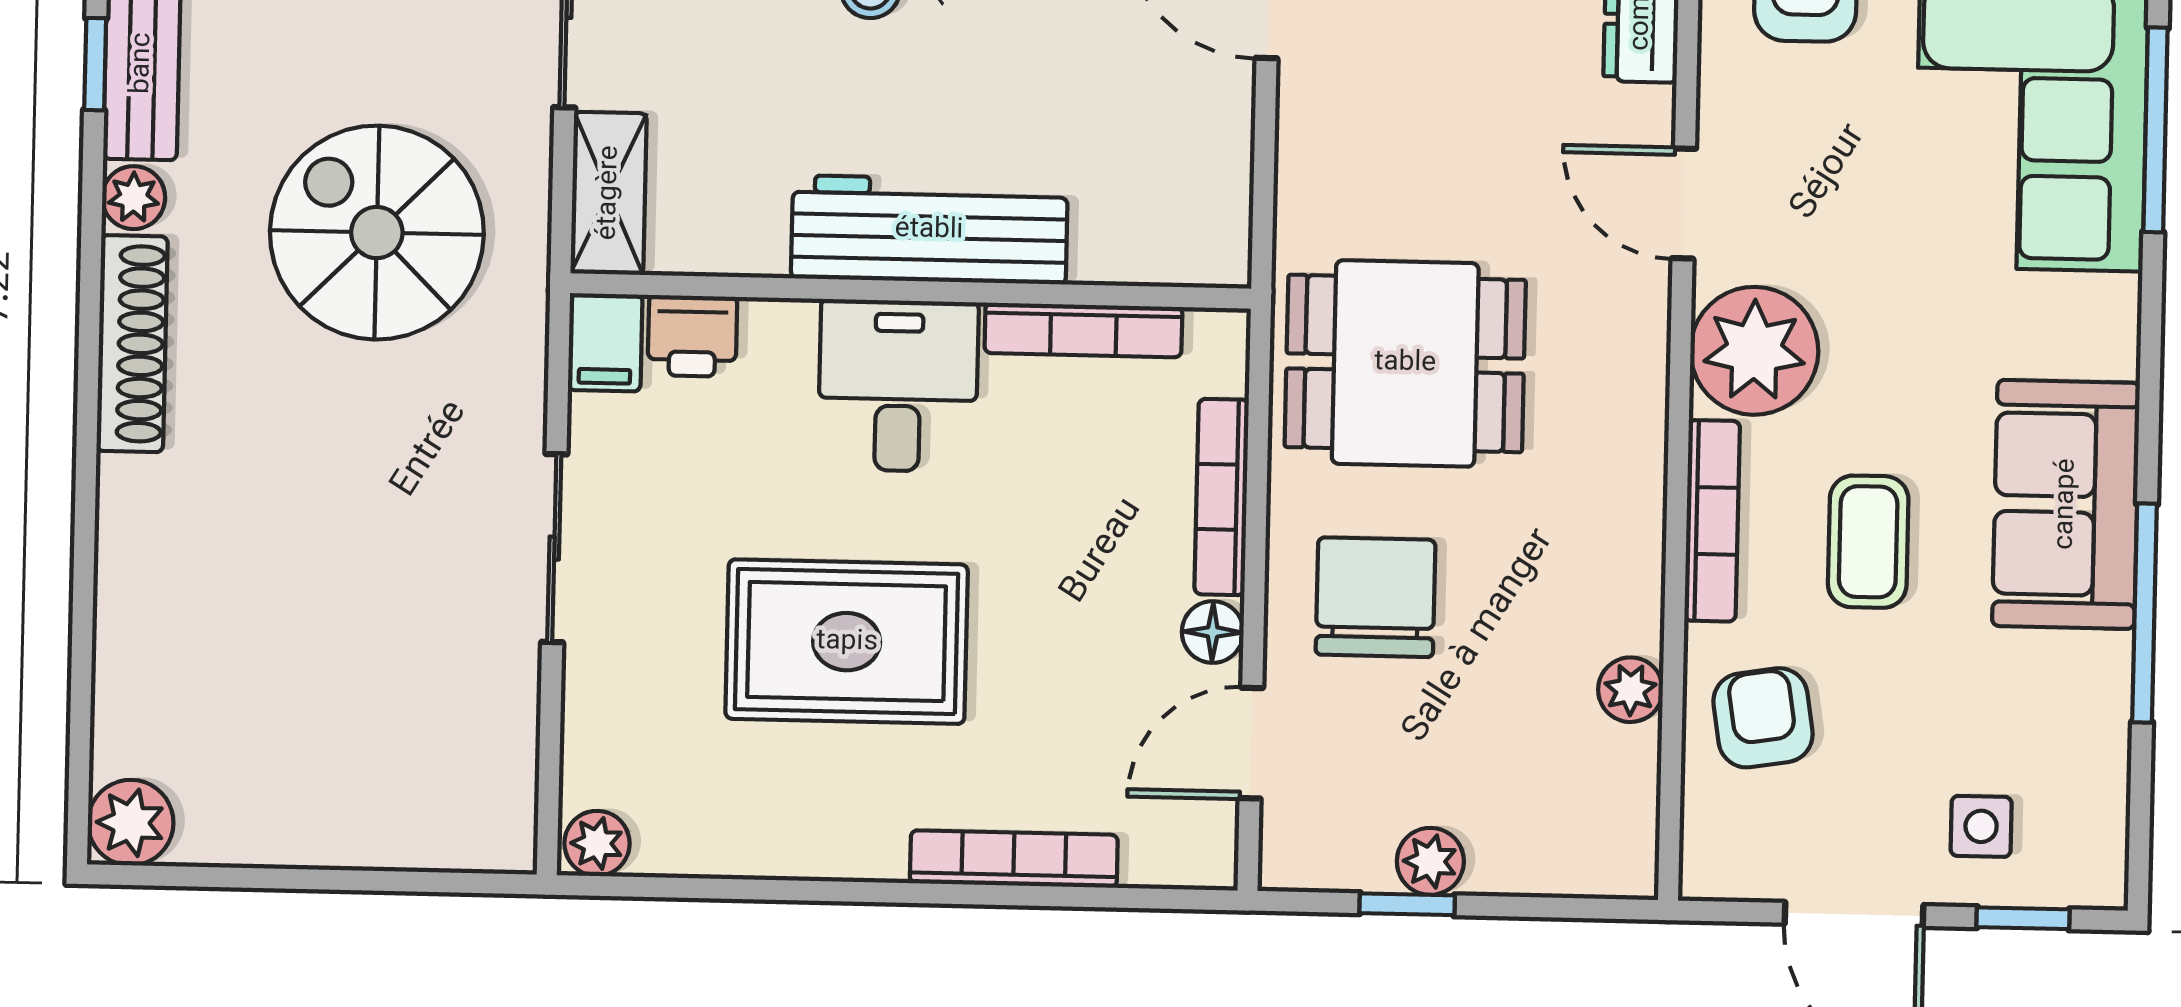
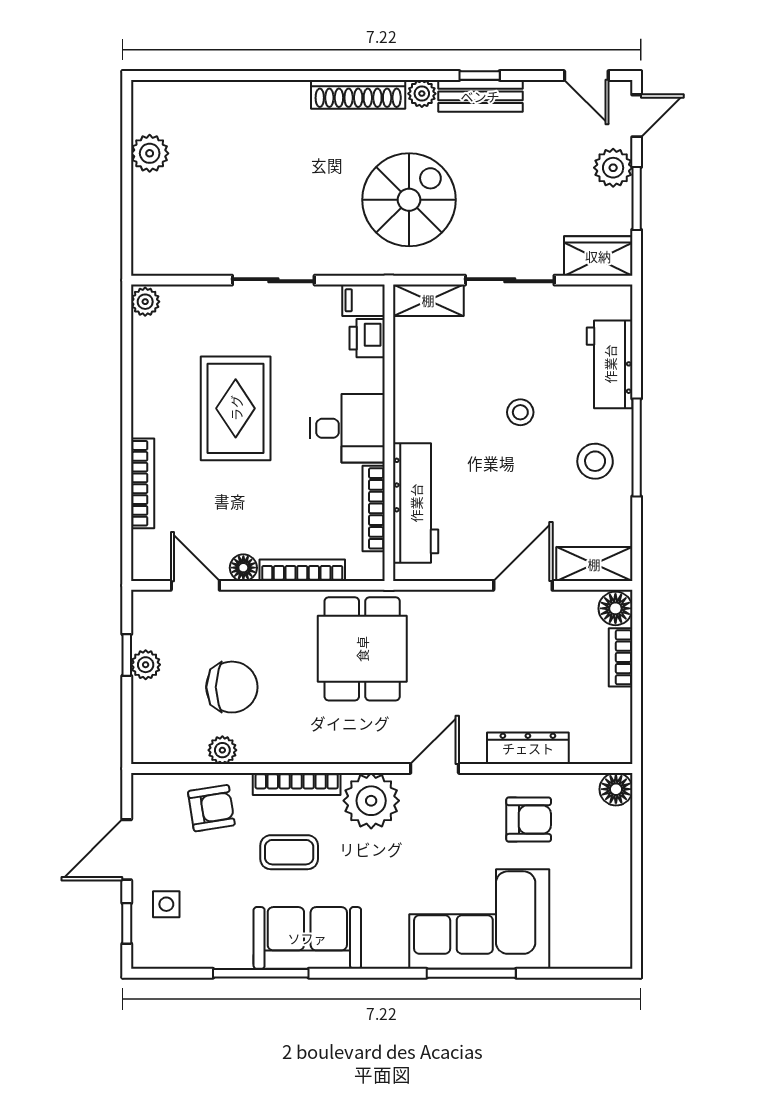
workbench: (929, 230) -> (416, 503), moved
chair: (1376, 597) -> (232, 687), moved
plant: (131, 823) -> (150, 153), moved

